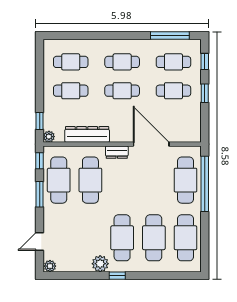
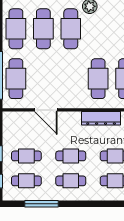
window: (170, 36) -> (42, 204), moved
door: (151, 144) -> (46, 110), width x0.73
dresser: (117, 152) -> (75, 103), removed

